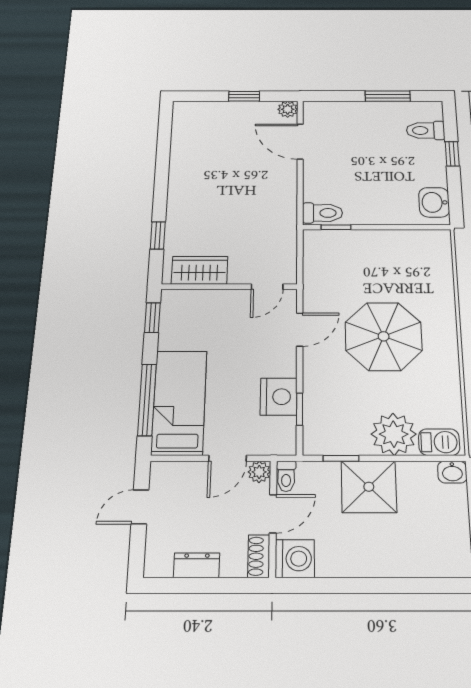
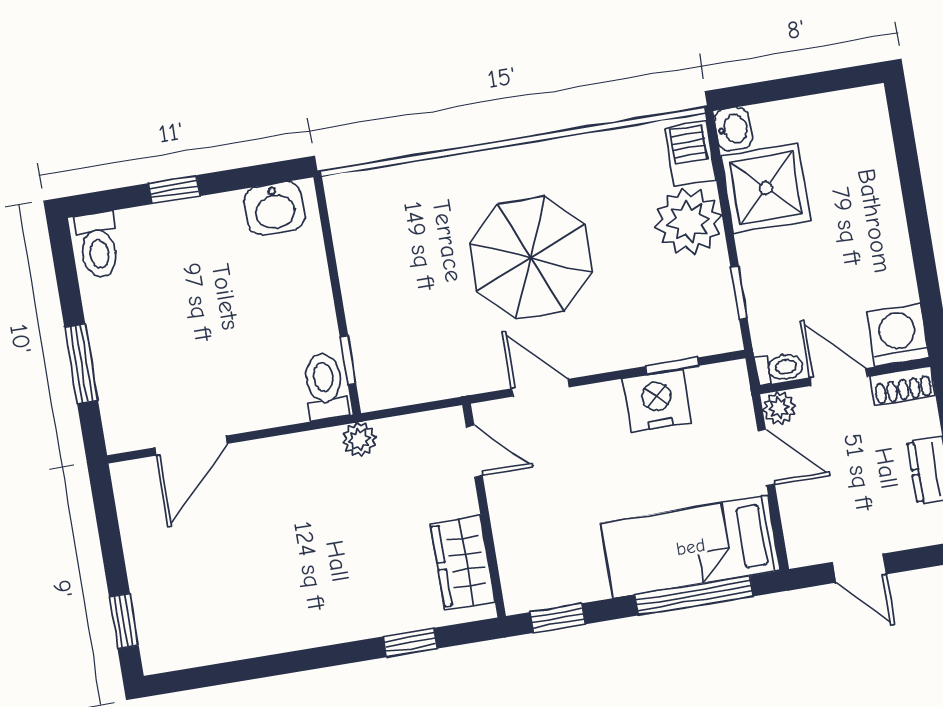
window: (244, 96) -> (124, 621), moved
window: (388, 96) -> (81, 364), moved
plant: (288, 109) -> (359, 440), moved
toilet: (425, 130) -> (98, 245), moved
shower: (369, 487) -> (766, 188), moved

